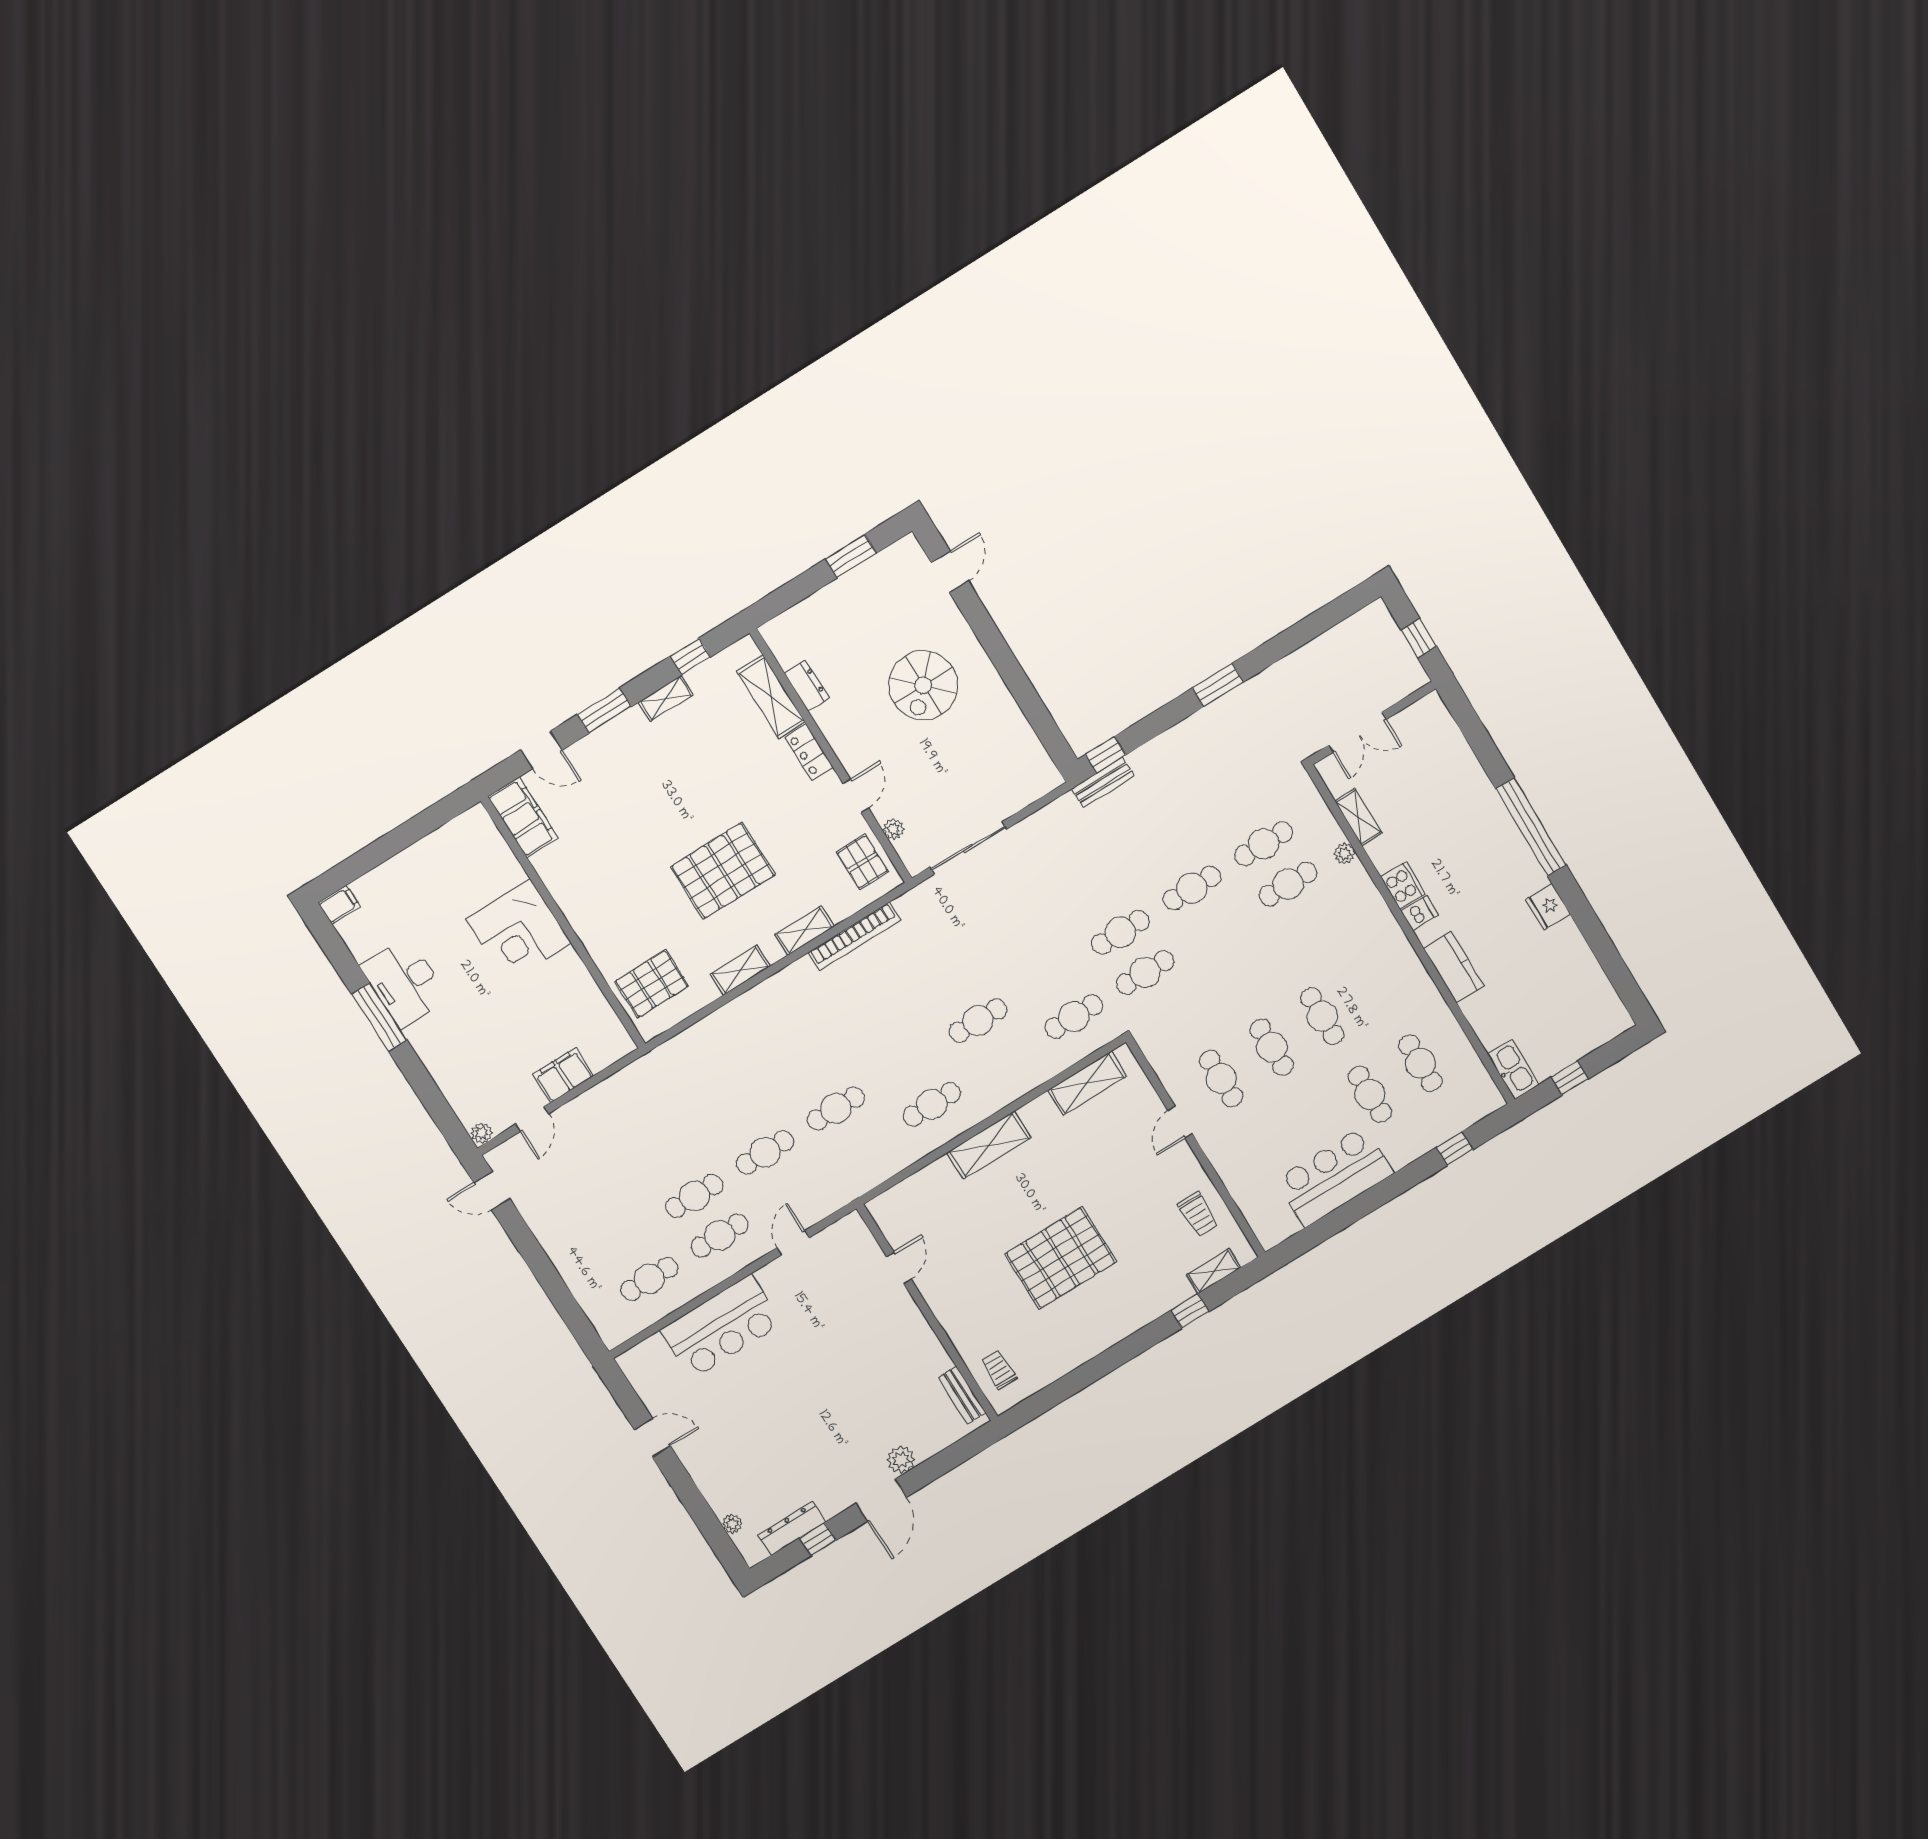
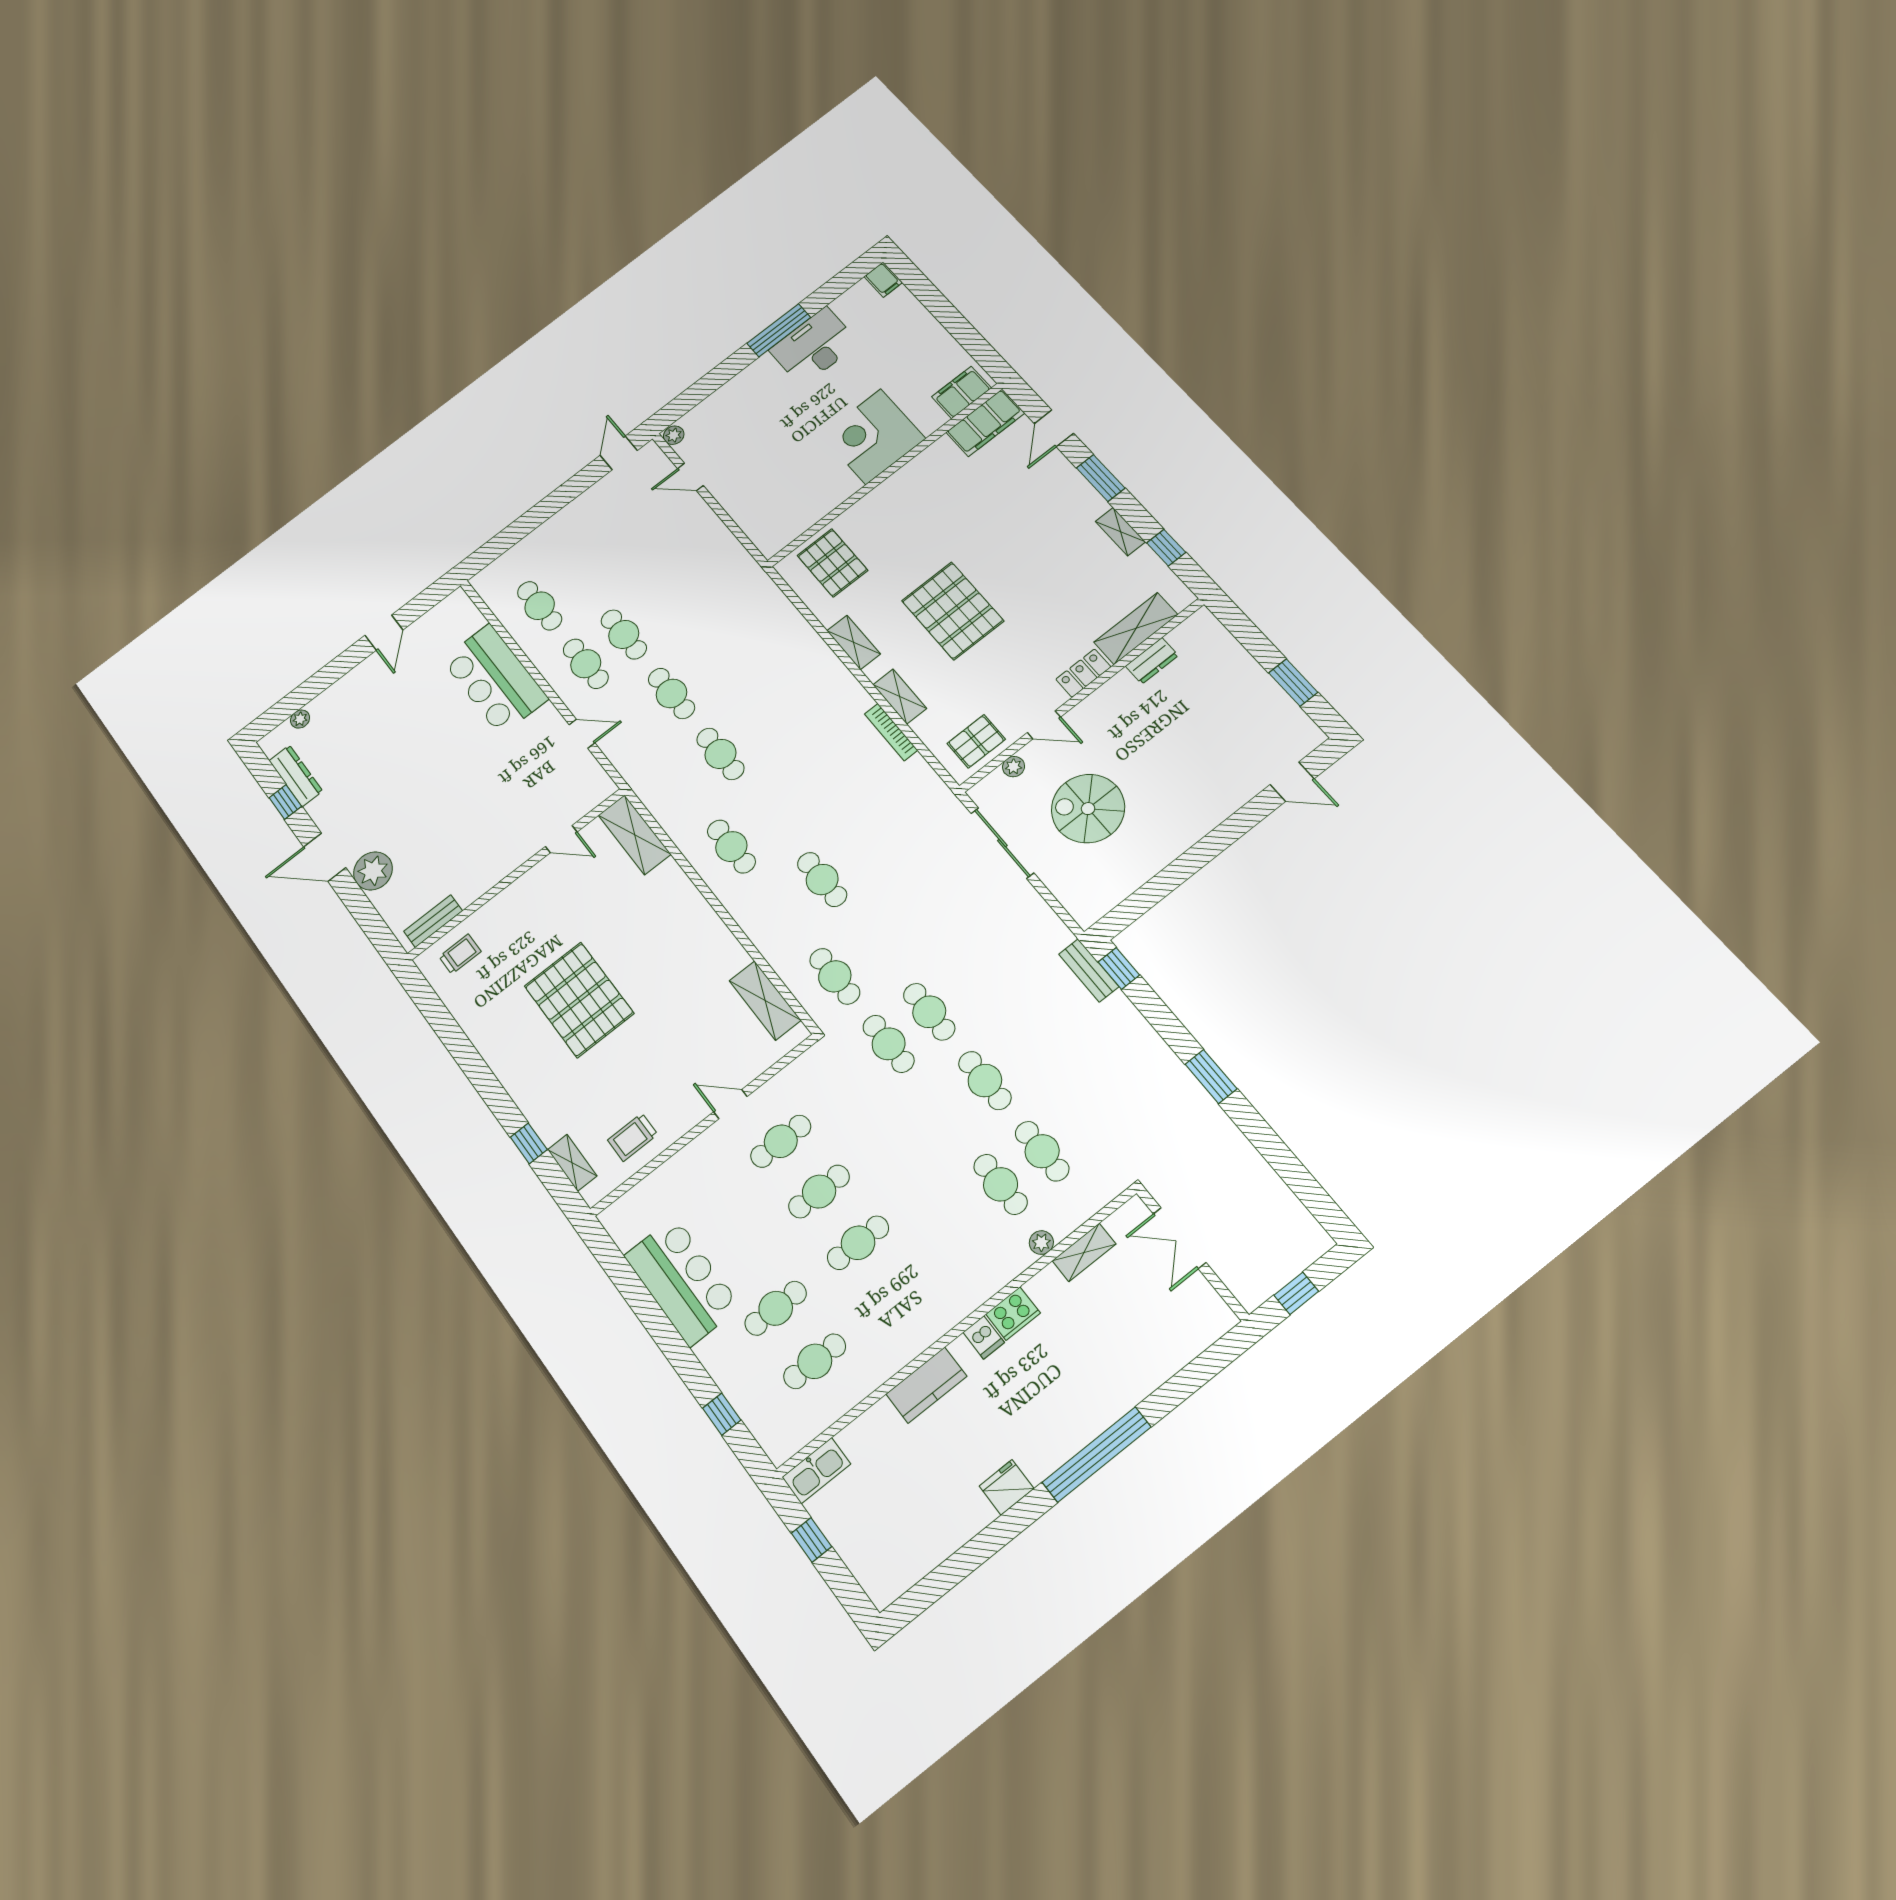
spiral stairs: (923, 685) -> (1088, 809), moved
bookcase: (854, 936) -> (891, 732), width x0.68, depth x0.76
filing cabinet: (563, 1075) -> (961, 392), moved, turned -90
shelving: (989, 1145) -> (635, 835), moved
plant: (901, 1460) -> (373, 871), width x1.36, depth x1.36

